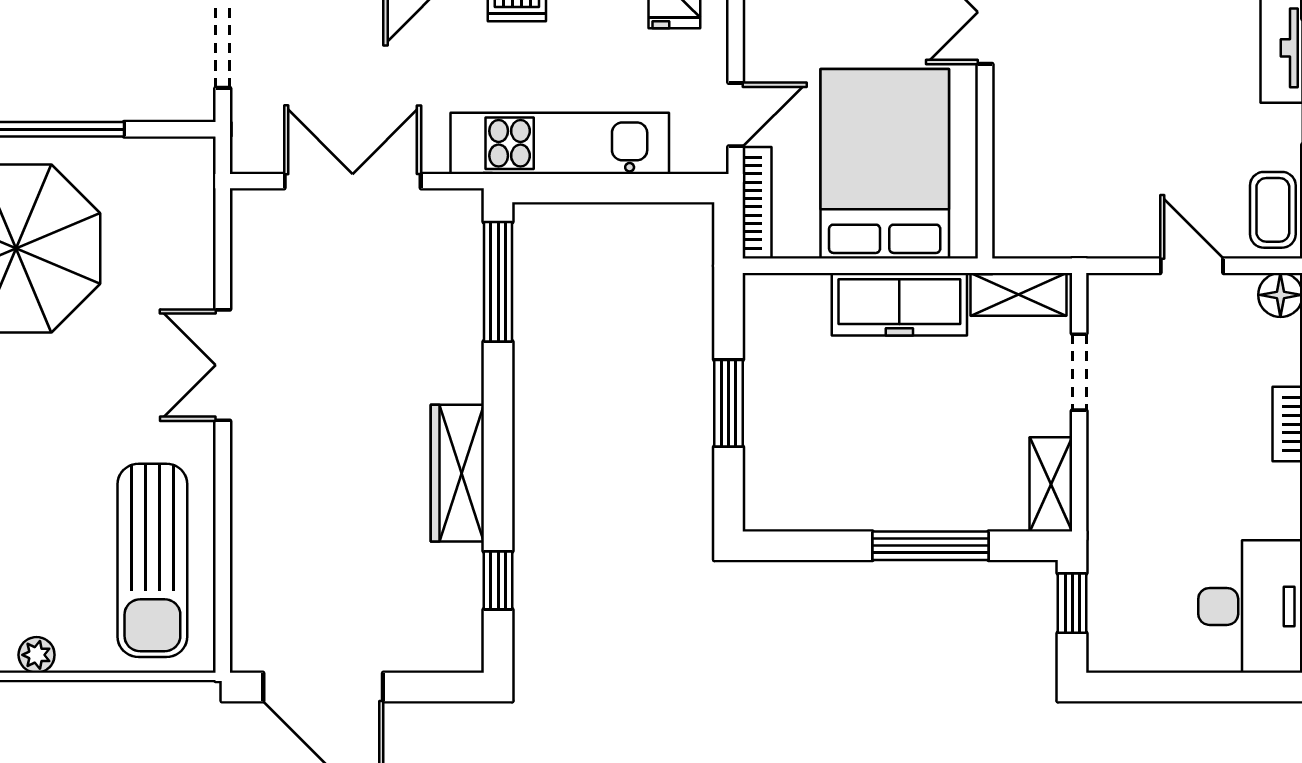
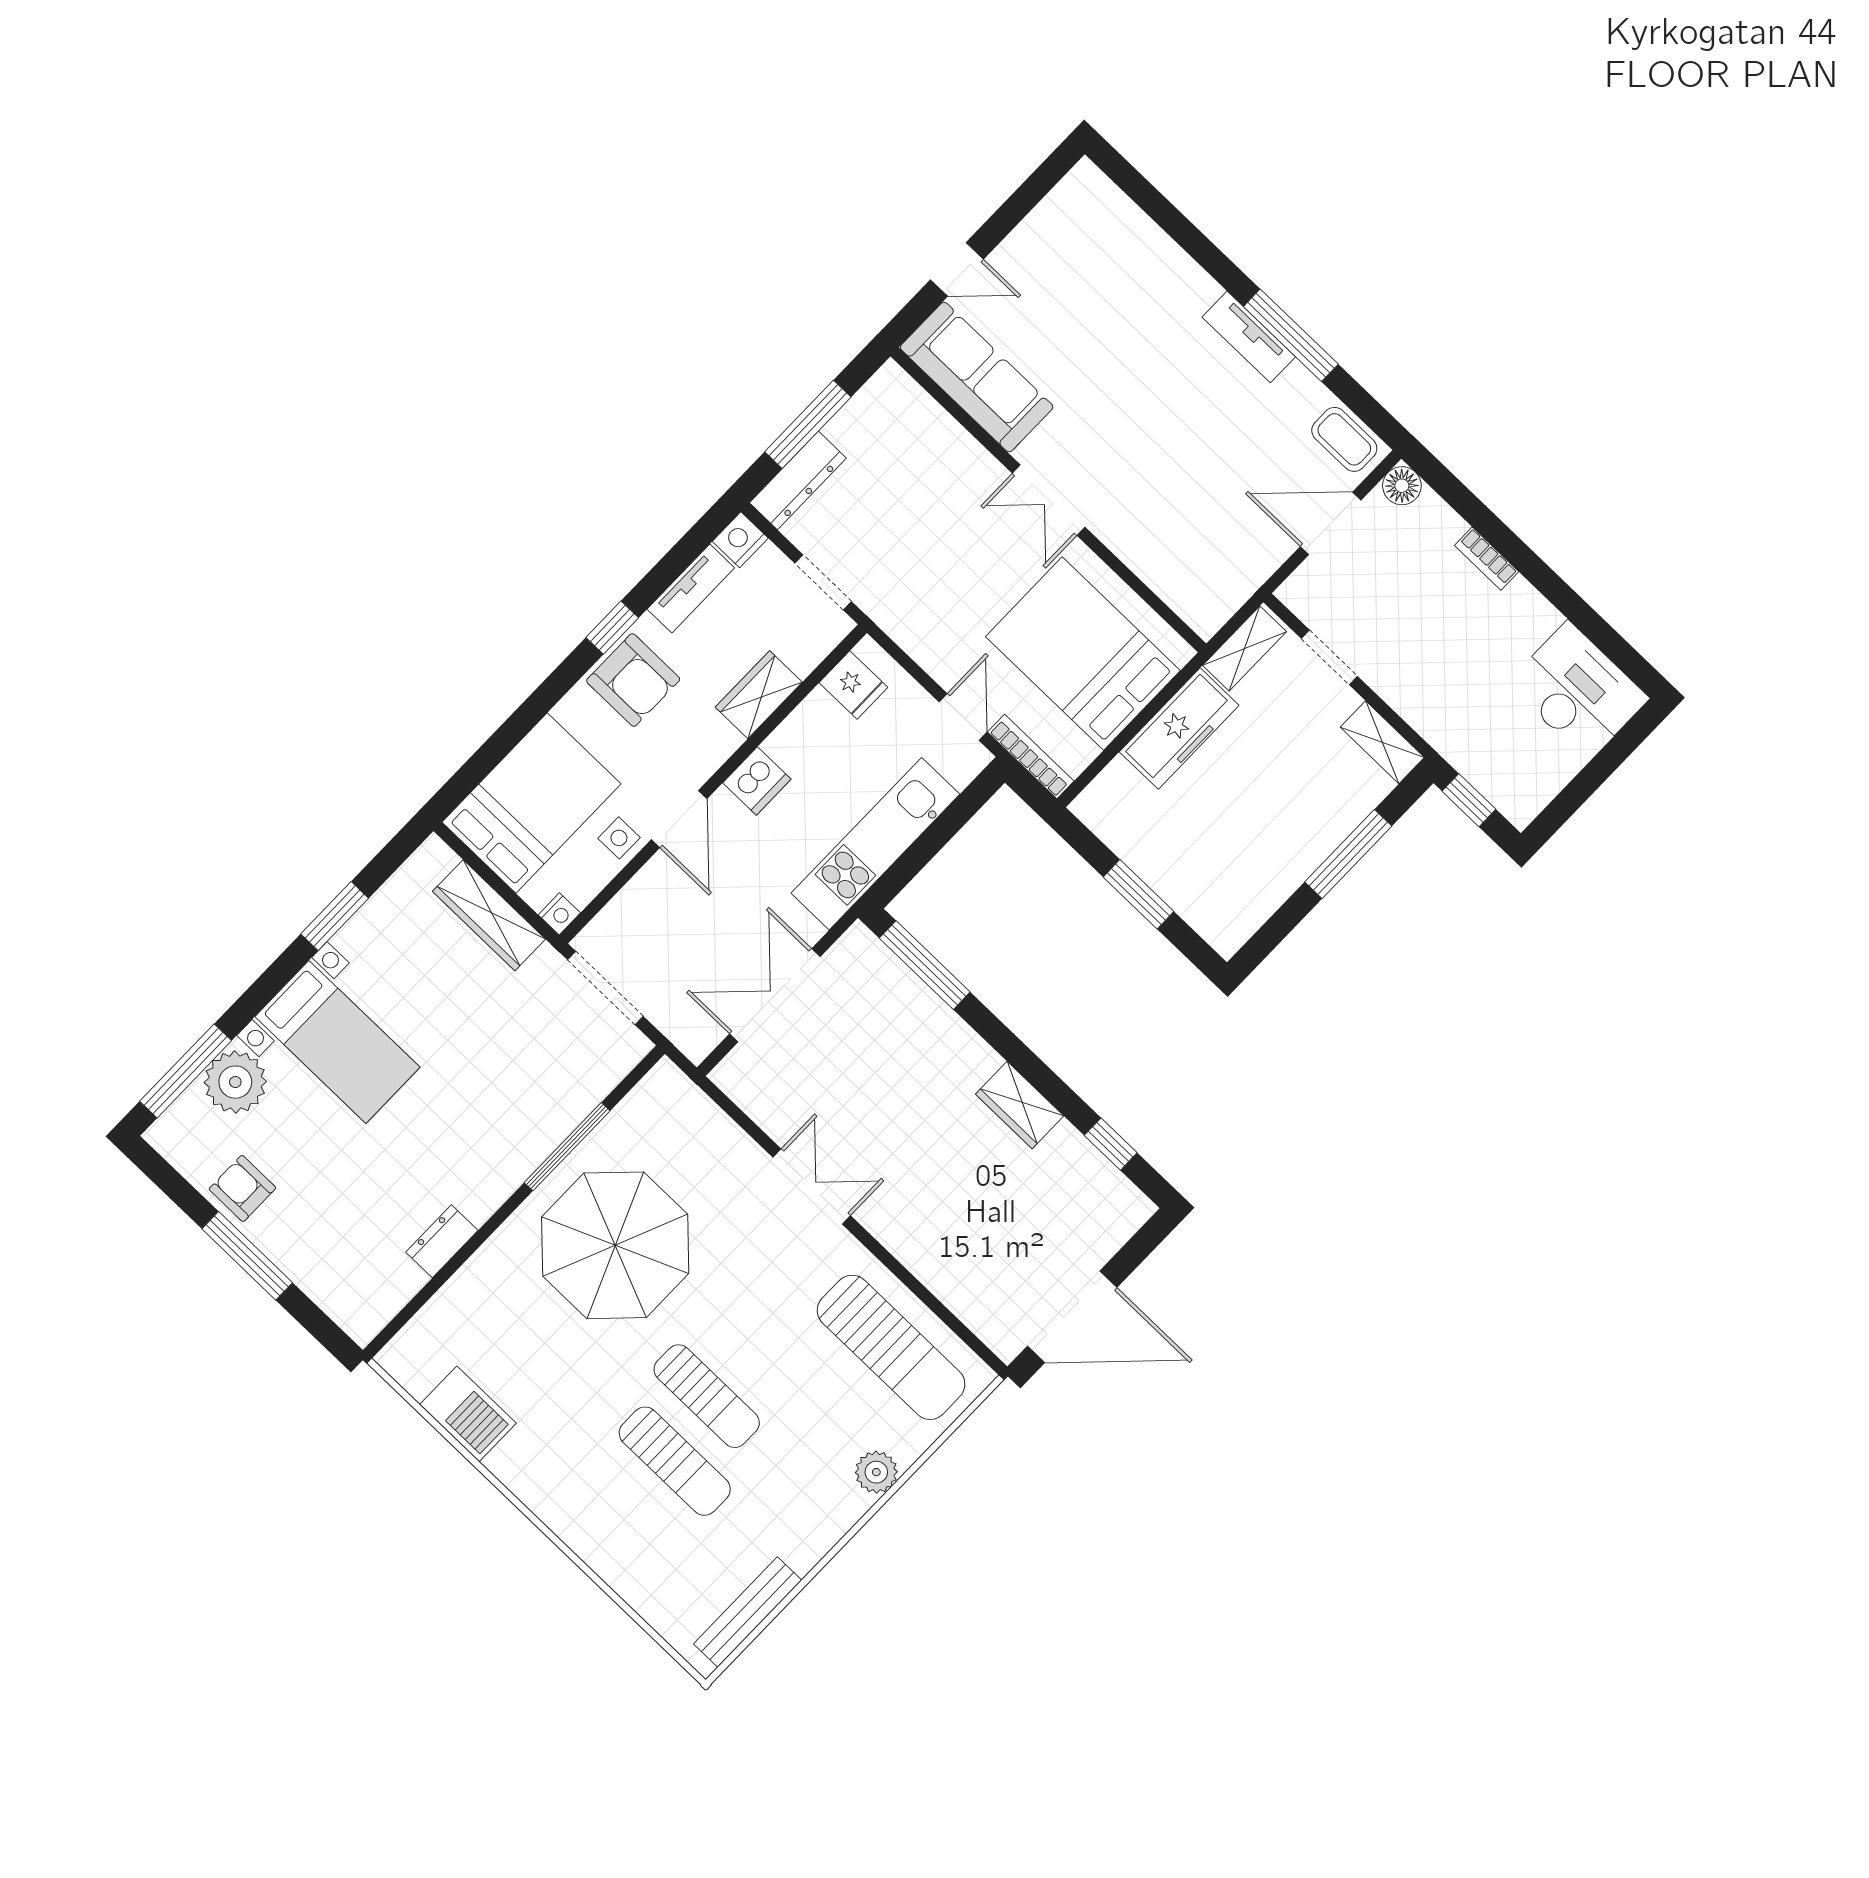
door: (1192, 266) -> (1331, 523), width x1.38
double door: (223, 365) -> (812, 1186), swing flipped
wardrobe: (457, 473) -> (1020, 1105), width x0.67
plant: (37, 655) -> (876, 1472), width x1.38, depth x1.38

